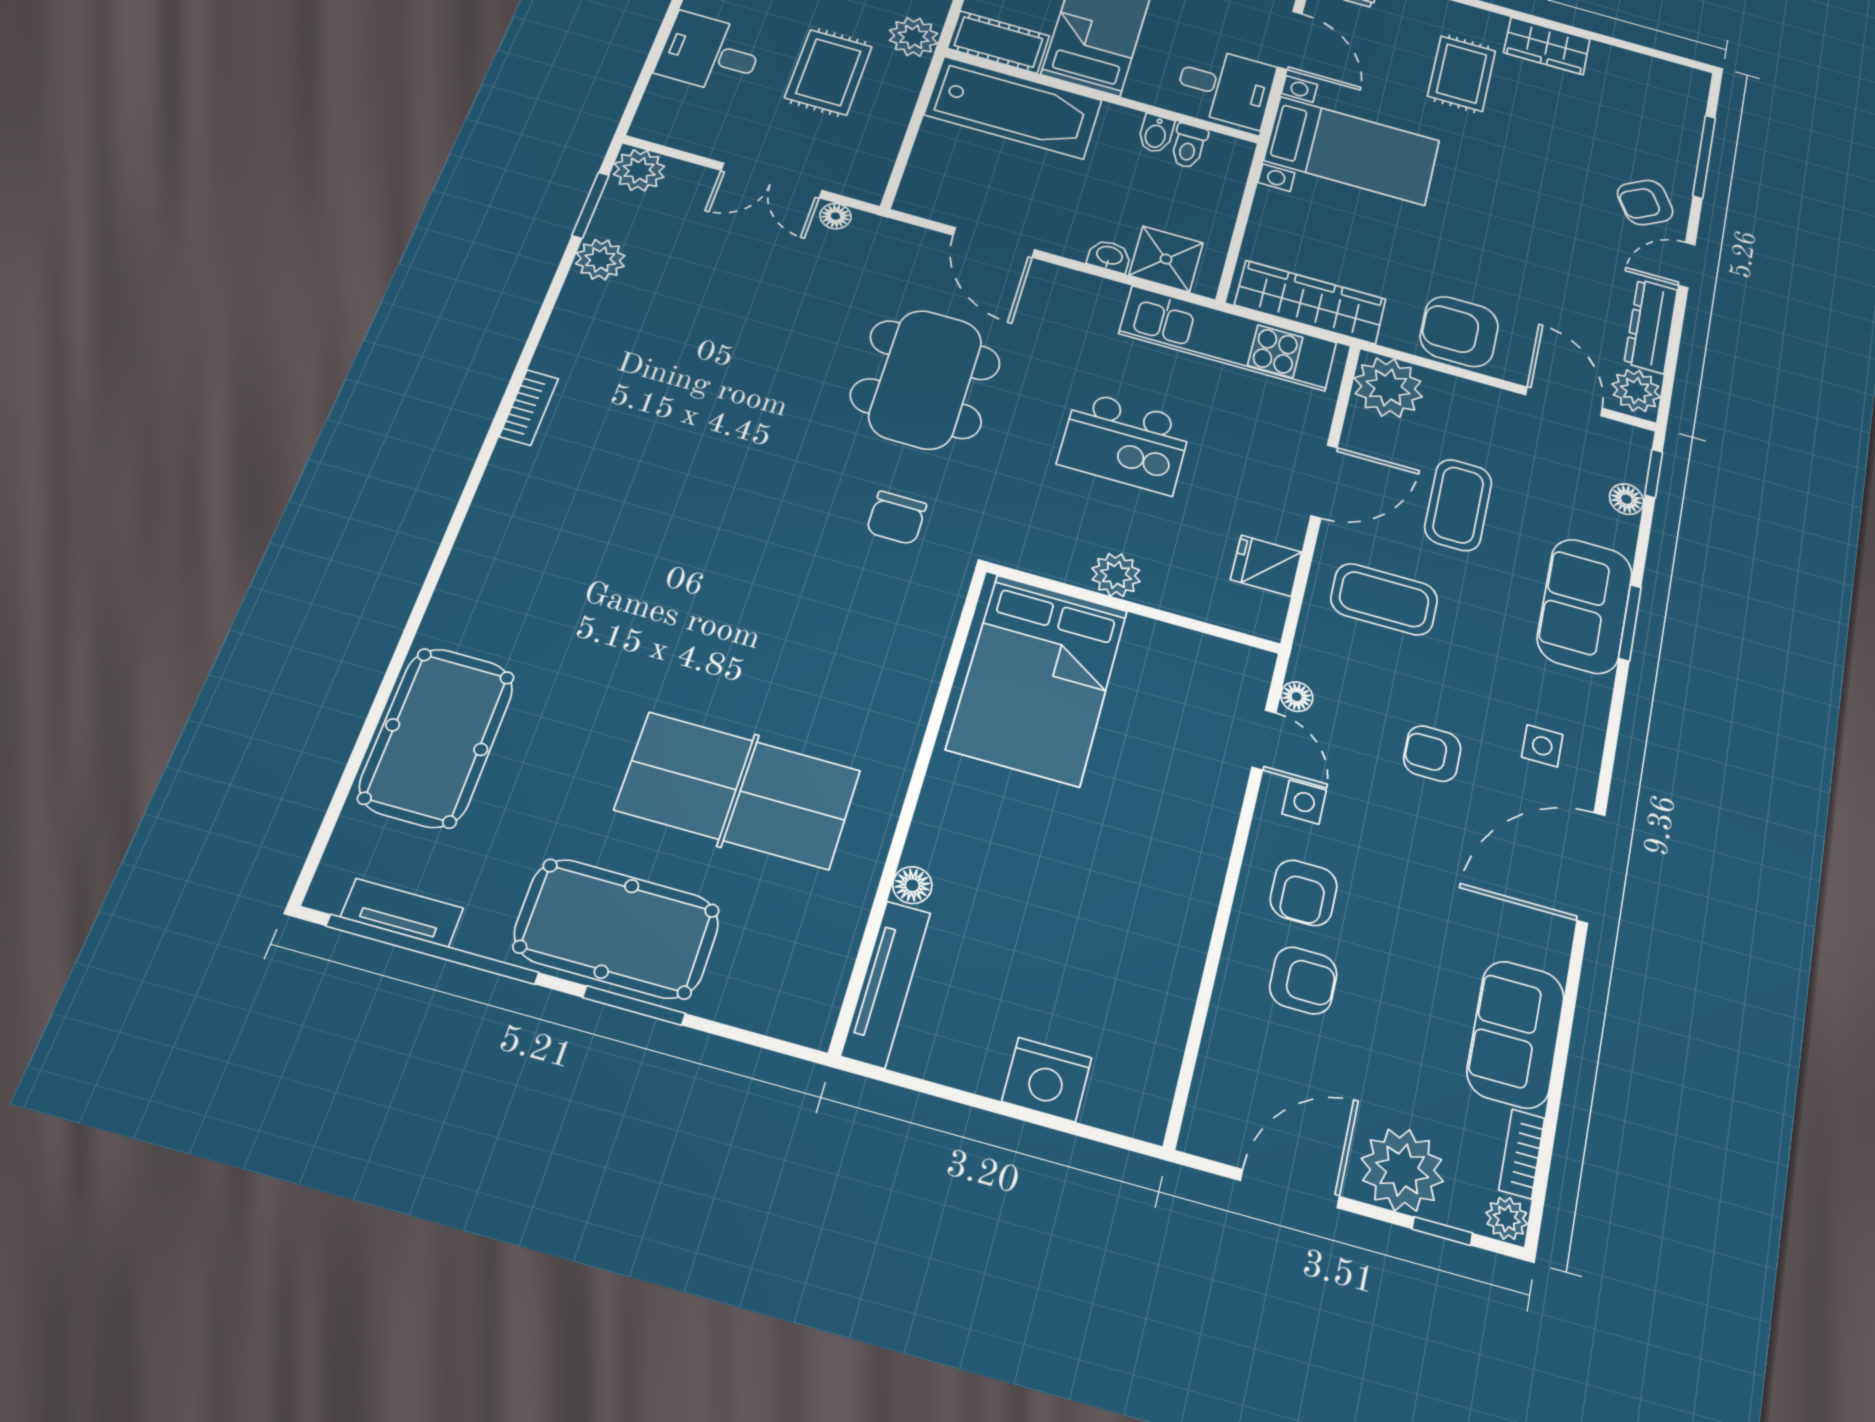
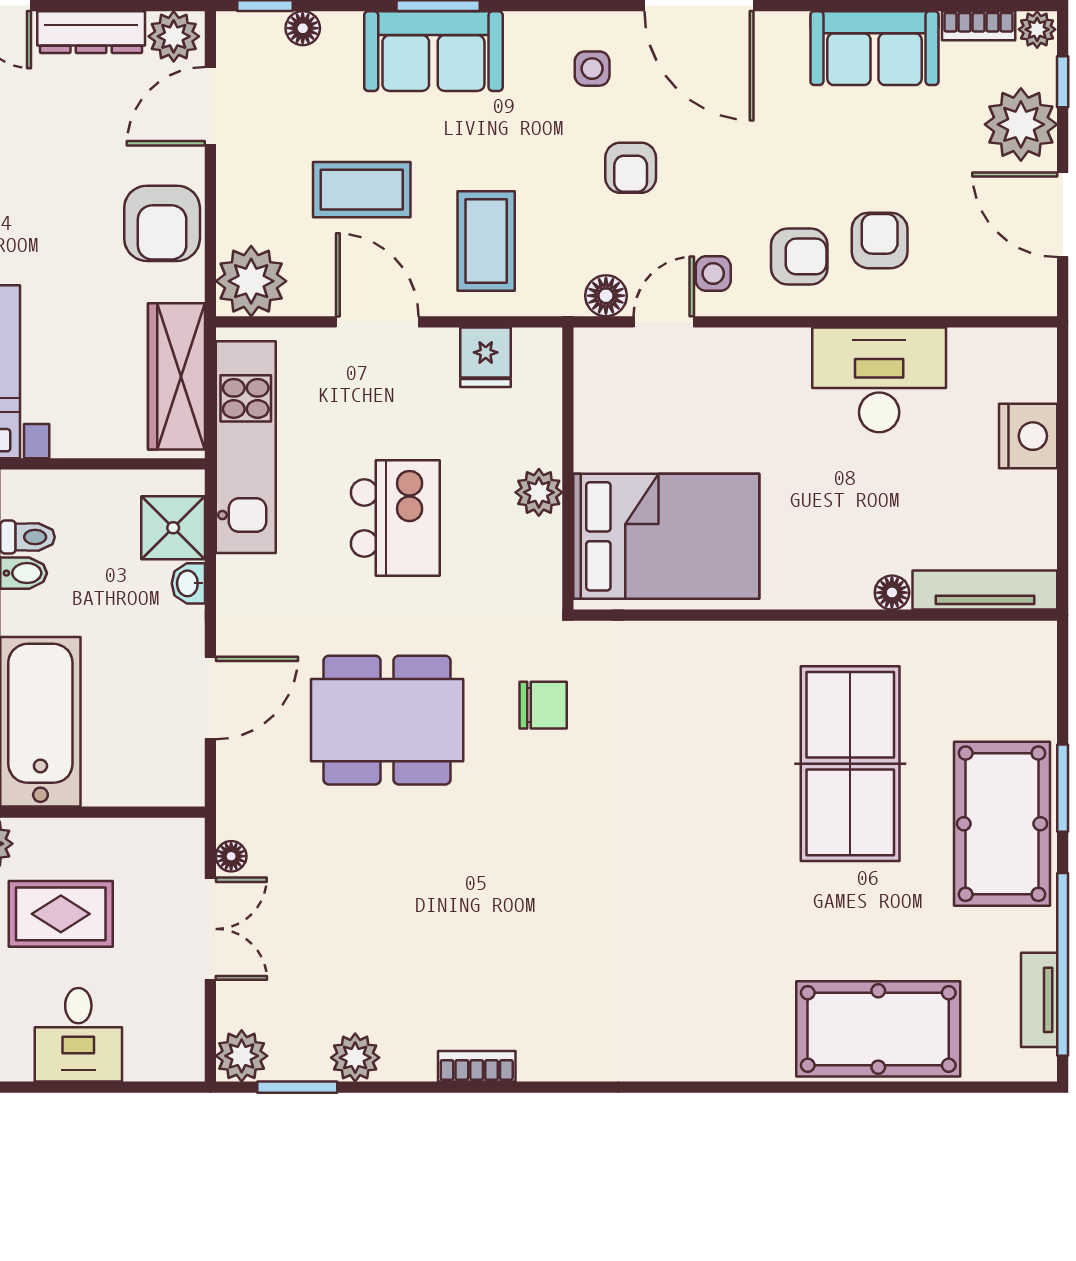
bookcase: (529, 408) -> (477, 1066), moved
floor lamp: (1297, 697) -> (606, 296), width x1.37, depth x1.37
desk: (1150, 937) -> (879, 380), added

